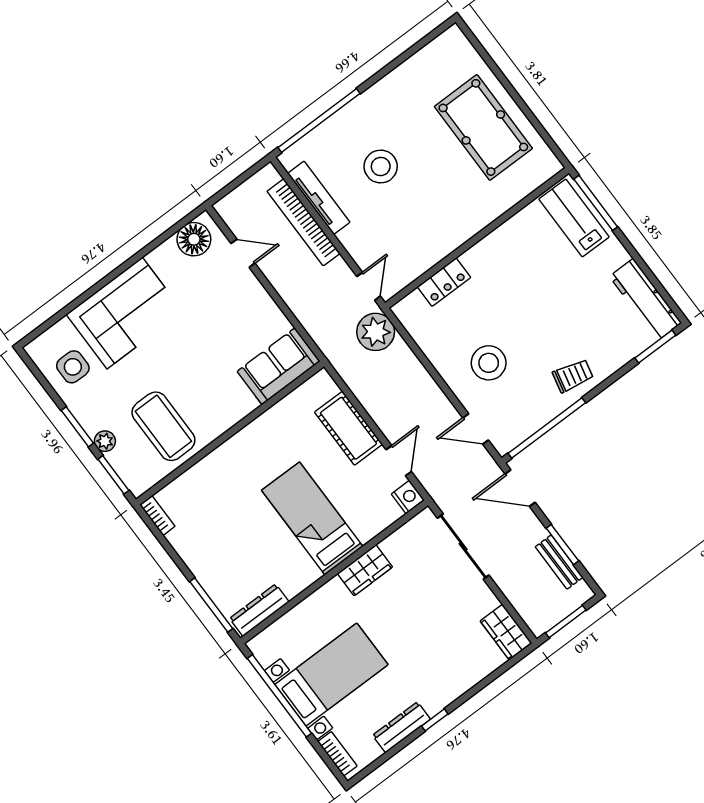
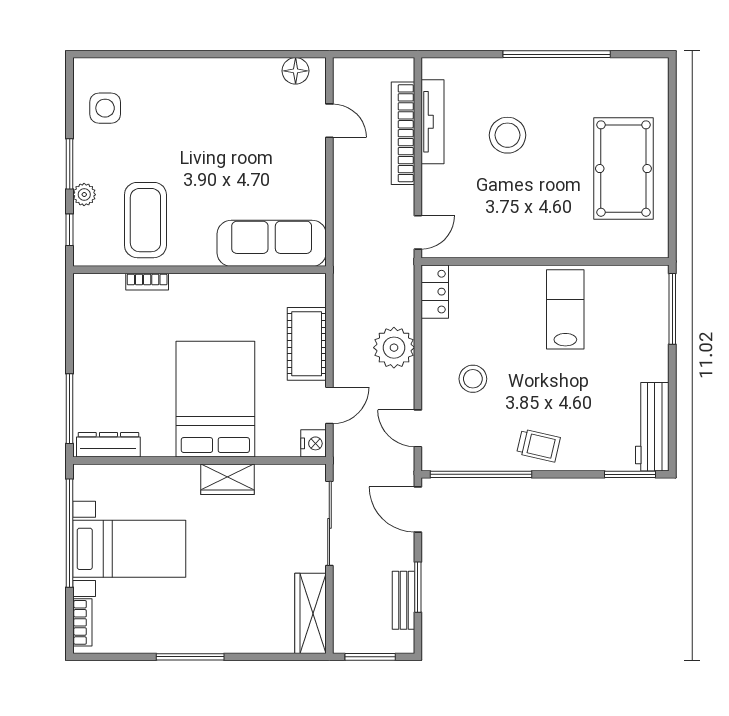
window: (319, 121) -> (557, 54), moved
lab bench: (574, 218) -> (565, 309), moved
floor lamp: (194, 239) -> (296, 71), width x0.73, depth x0.73
locker: (444, 282) -> (435, 292), moved, turned -90
corner sofa: (125, 313) -> (186, 95), removed
plant: (376, 332) -> (394, 348), moved
stool: (489, 363) -> (473, 379), width x0.73, depth x0.73
sofa: (279, 366) -> (272, 243), width x1.36
window: (113, 475) -> (70, 230), width x0.67
bookcase: (157, 515) -> (147, 282), moved, turned 90
bed: (312, 518) -> (215, 399), width x1.50
wardrobe: (506, 632) -> (311, 613), width x1.50
window: (435, 720) -> (190, 657), width x2.17
dresser: (402, 727) -> (156, 641), removed

